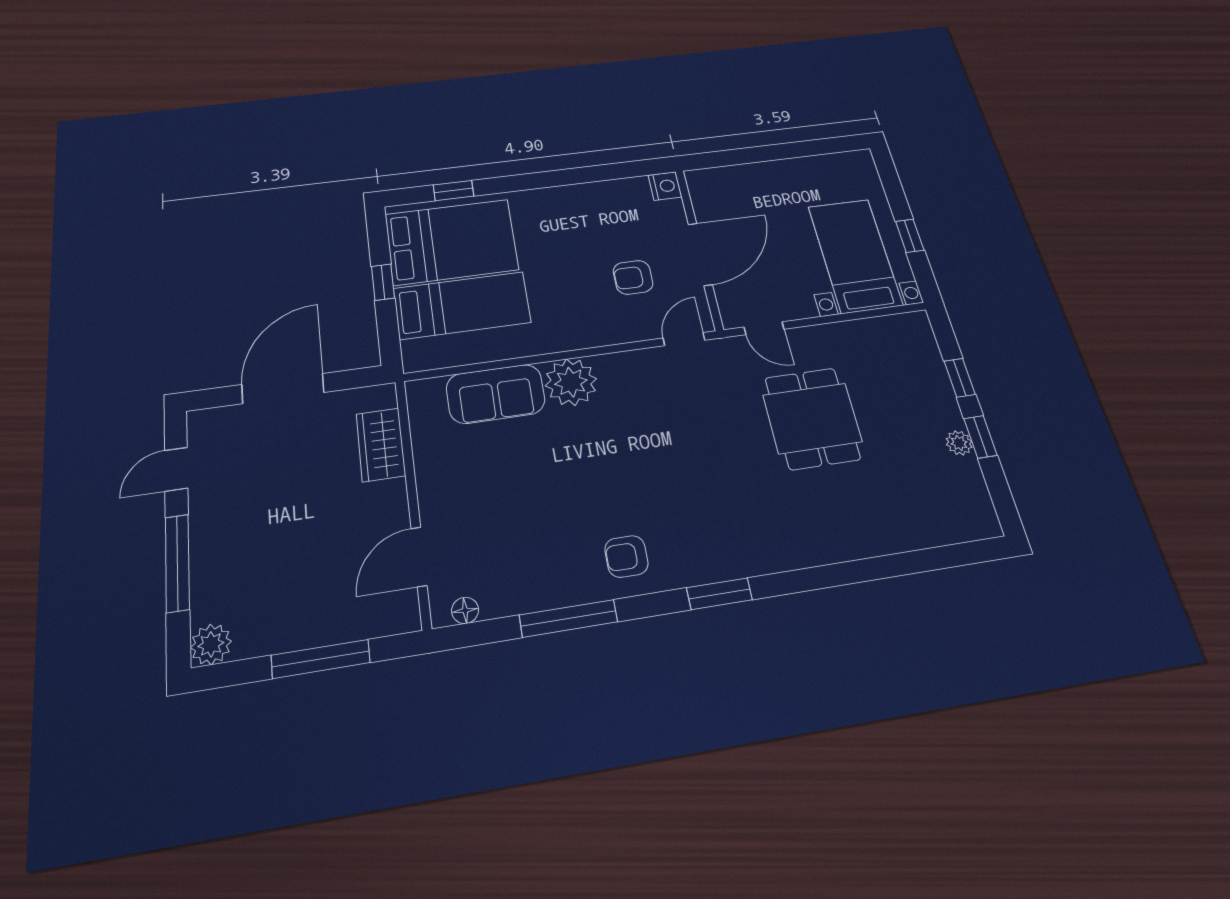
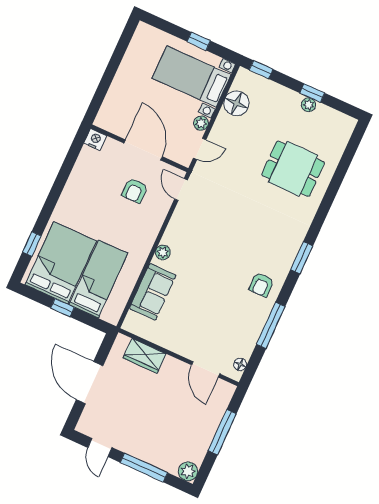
plant: (802, 307) -> (201, 123), added
floor lamp: (871, 338) -> (236, 103), added
window: (960, 378) -> (261, 70), moved
plant: (571, 382) -> (163, 252), width x0.53, depth x0.53
dining table: (812, 418) -> (293, 169), moved

